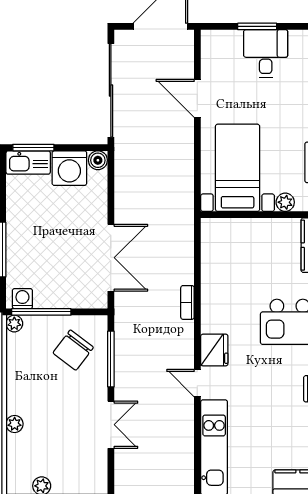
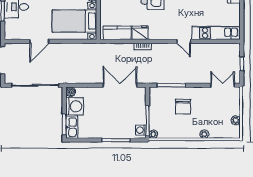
kitchen counter: (214, 252) -> (117, 33), added
chair: (73, 350) -> (183, 107), moved, turned 53
fridge: (214, 350) -> (140, 33), moved
door: (197, 383) -> (184, 41), hinge flipped
double door: (111, 425) -> (223, 85), moved

